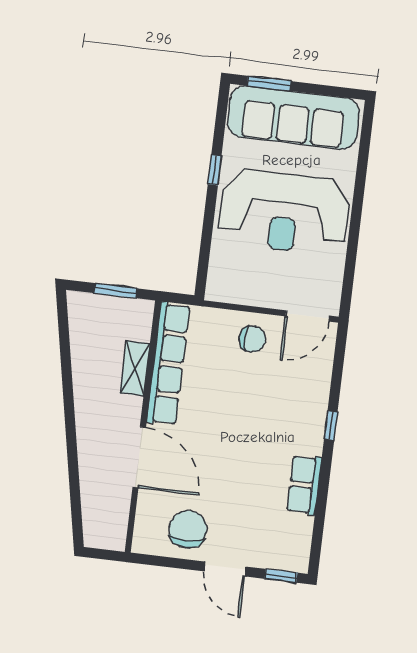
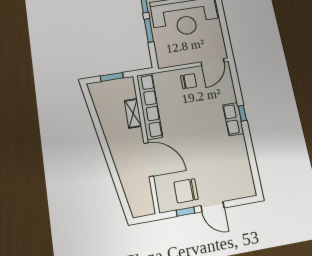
window: (208, 222) -> (149, 30), added
row of seats: (304, 485) -> (233, 119), moved
chair: (188, 529) -> (186, 191), turned -90
window: (281, 576) -> (185, 212), moved

